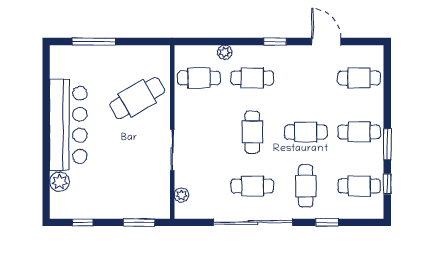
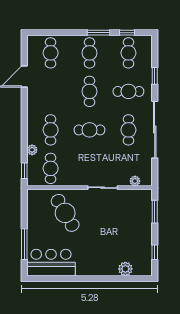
window: (275, 42) -> (24, 171), moved
bar counter: (68, 125) -> (51, 263), moved, width x0.73

